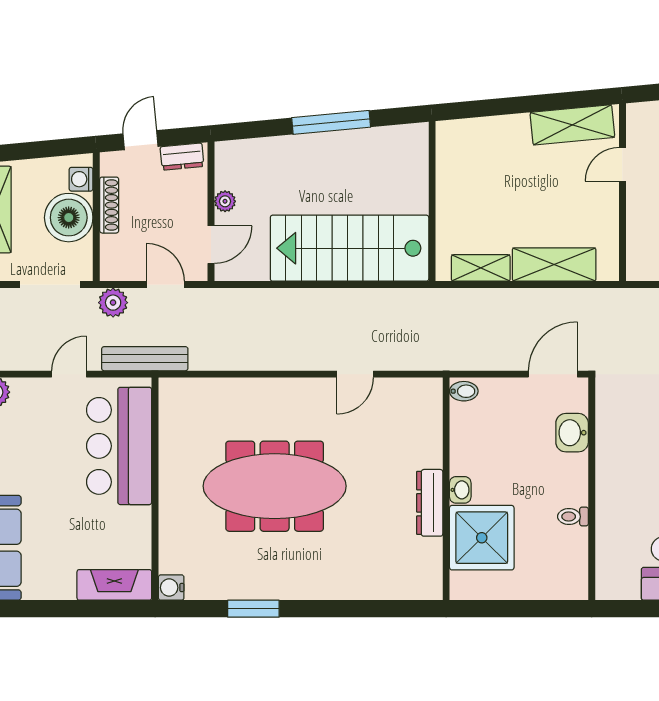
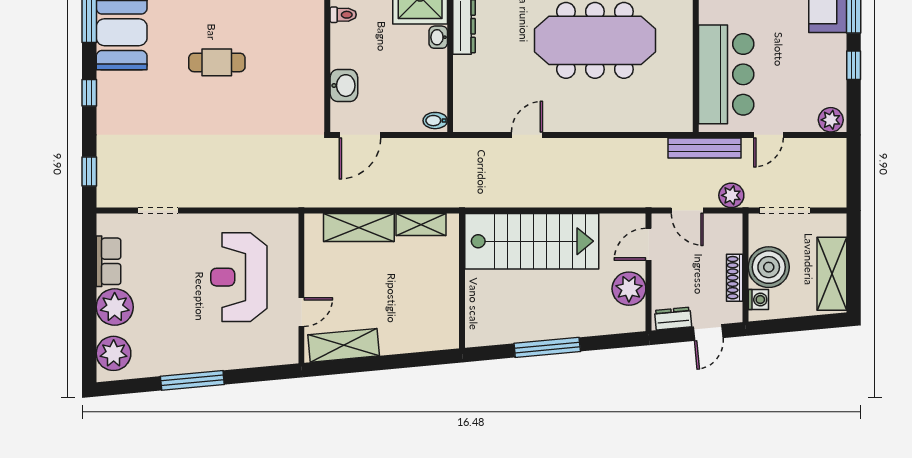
plant: (225, 201) -> (629, 289), width x1.87, depth x1.87

